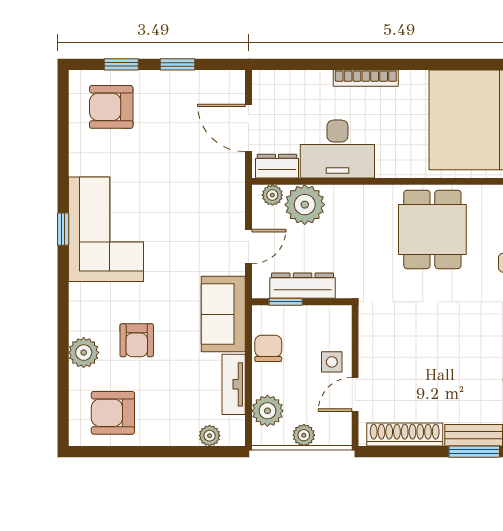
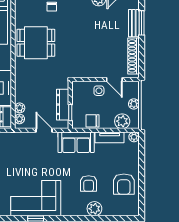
plant: (305, 205) -> (20, 108), width x0.53, depth x0.53
armchair: (137, 340) -> (89, 184), turned 90
armchair: (113, 413) -> (124, 184), moved
plant: (210, 436) -> (134, 137), moved

